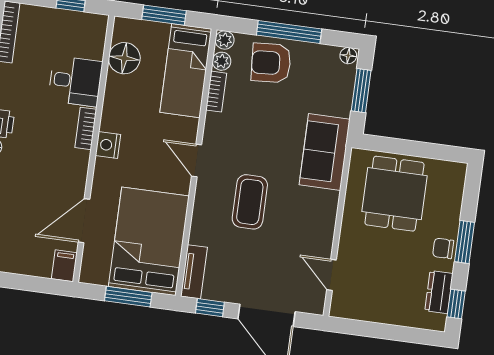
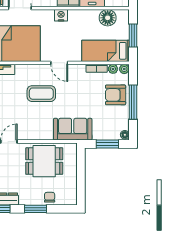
armchair: (271, 63) -> (116, 95), turned -86
door: (196, 161) -> (59, 63), swing flipped
dining table: (394, 194) -> (44, 161), moved
chair: (443, 248) -> (50, 197), moved

